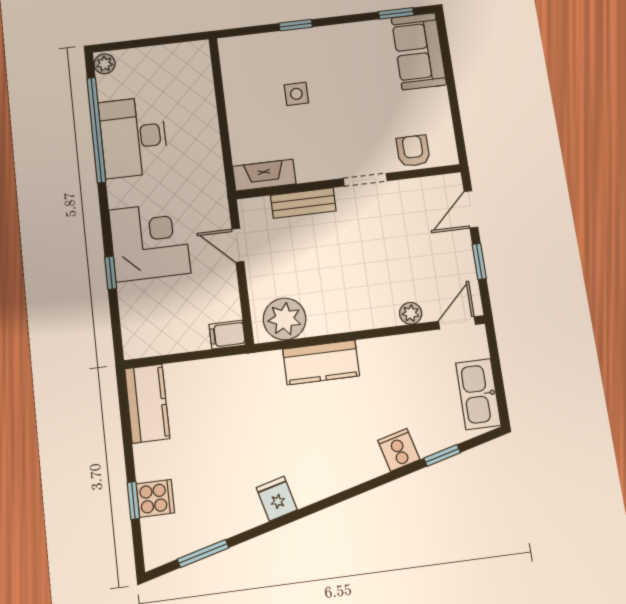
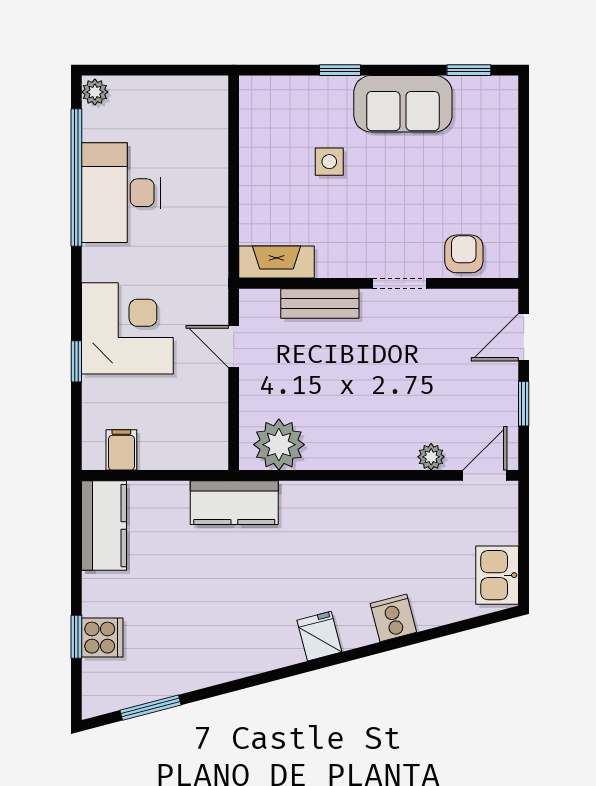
sofa: (419, 51) -> (403, 104), moved, turned -90
filing cabinet: (227, 335) -> (121, 450), moved, turned 90
kitchen counter: (321, 362) -> (234, 503), moved
kitchen sink: (478, 394) -> (497, 575), width x0.73
window: (442, 455) -> (443, 631), removed
fridge: (277, 499) -> (319, 636), moved

